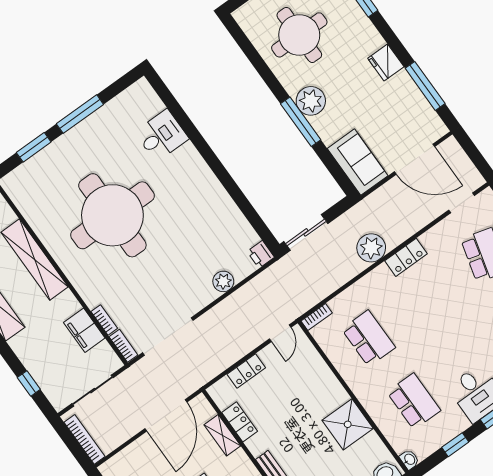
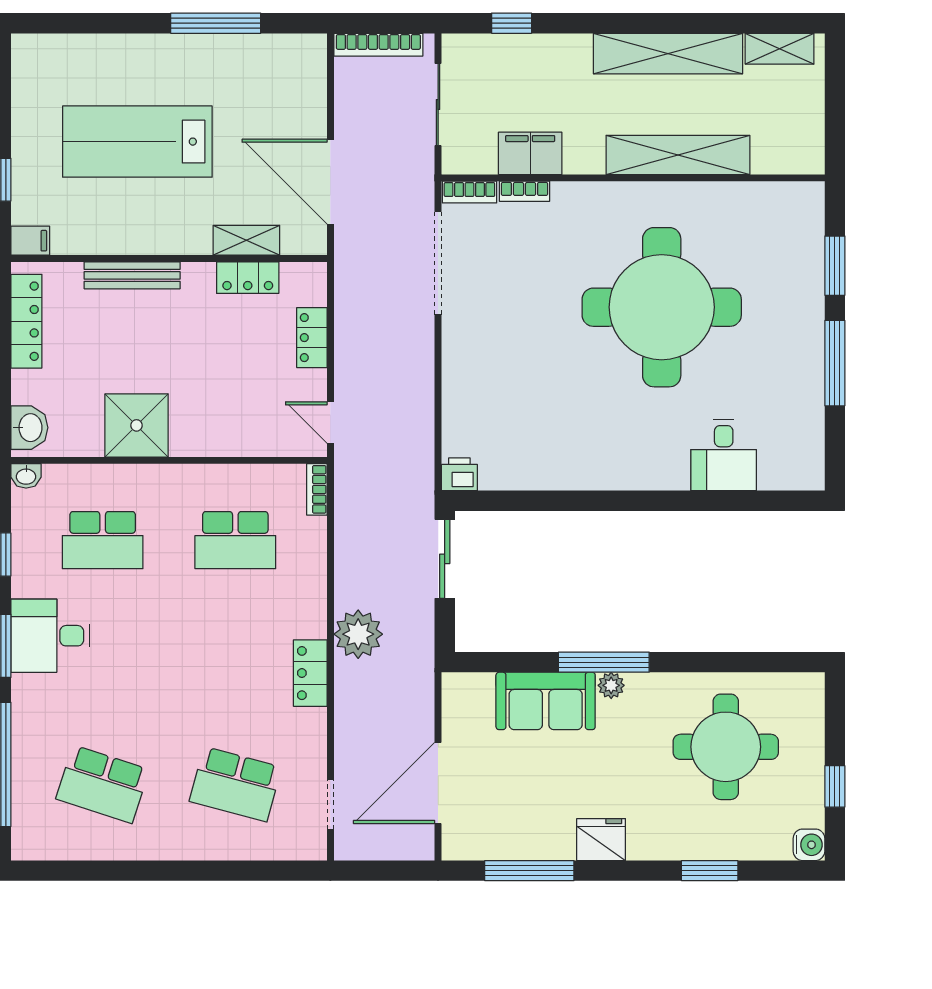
plant: (311, 101) -> (611, 685), width x0.53, depth x0.53
sofa: (358, 162) -> (546, 701), moved
plant: (223, 281) -> (459, 395), removed

